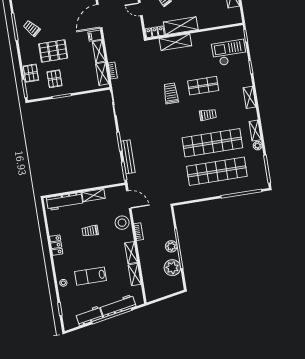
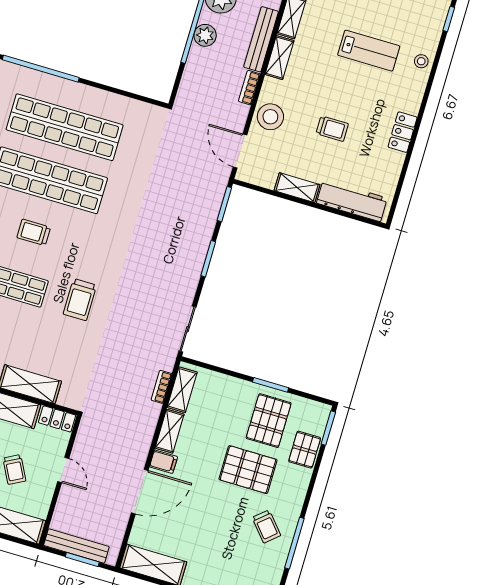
pallet: (54, 79) -> (269, 421), width x1.50, depth x1.42
bench: (128, 157) -> (261, 39), moved

